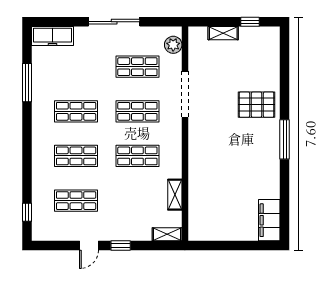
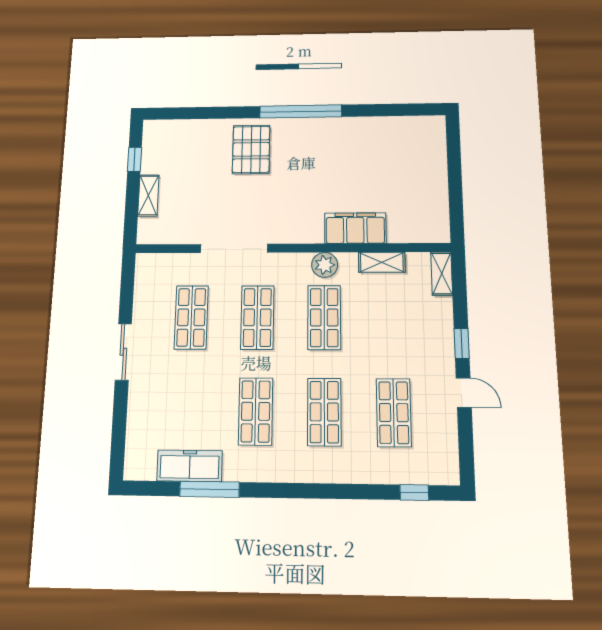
sliding door: (114, 22) -> (123, 352), width x0.73
freezer: (53, 36) -> (190, 466), moved, turned -90
plant: (173, 45) -> (325, 265), moved
window: (285, 139) -> (301, 111), width x1.46
filing cabinet: (269, 220) -> (355, 228), moved, turned 180

